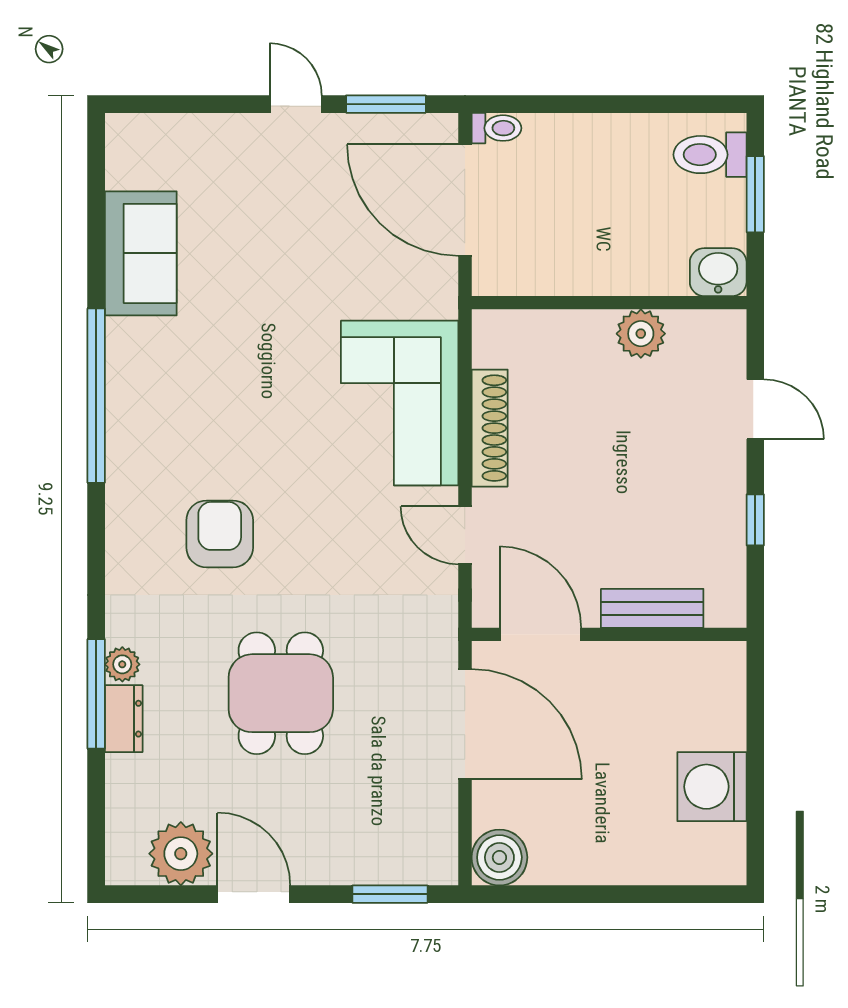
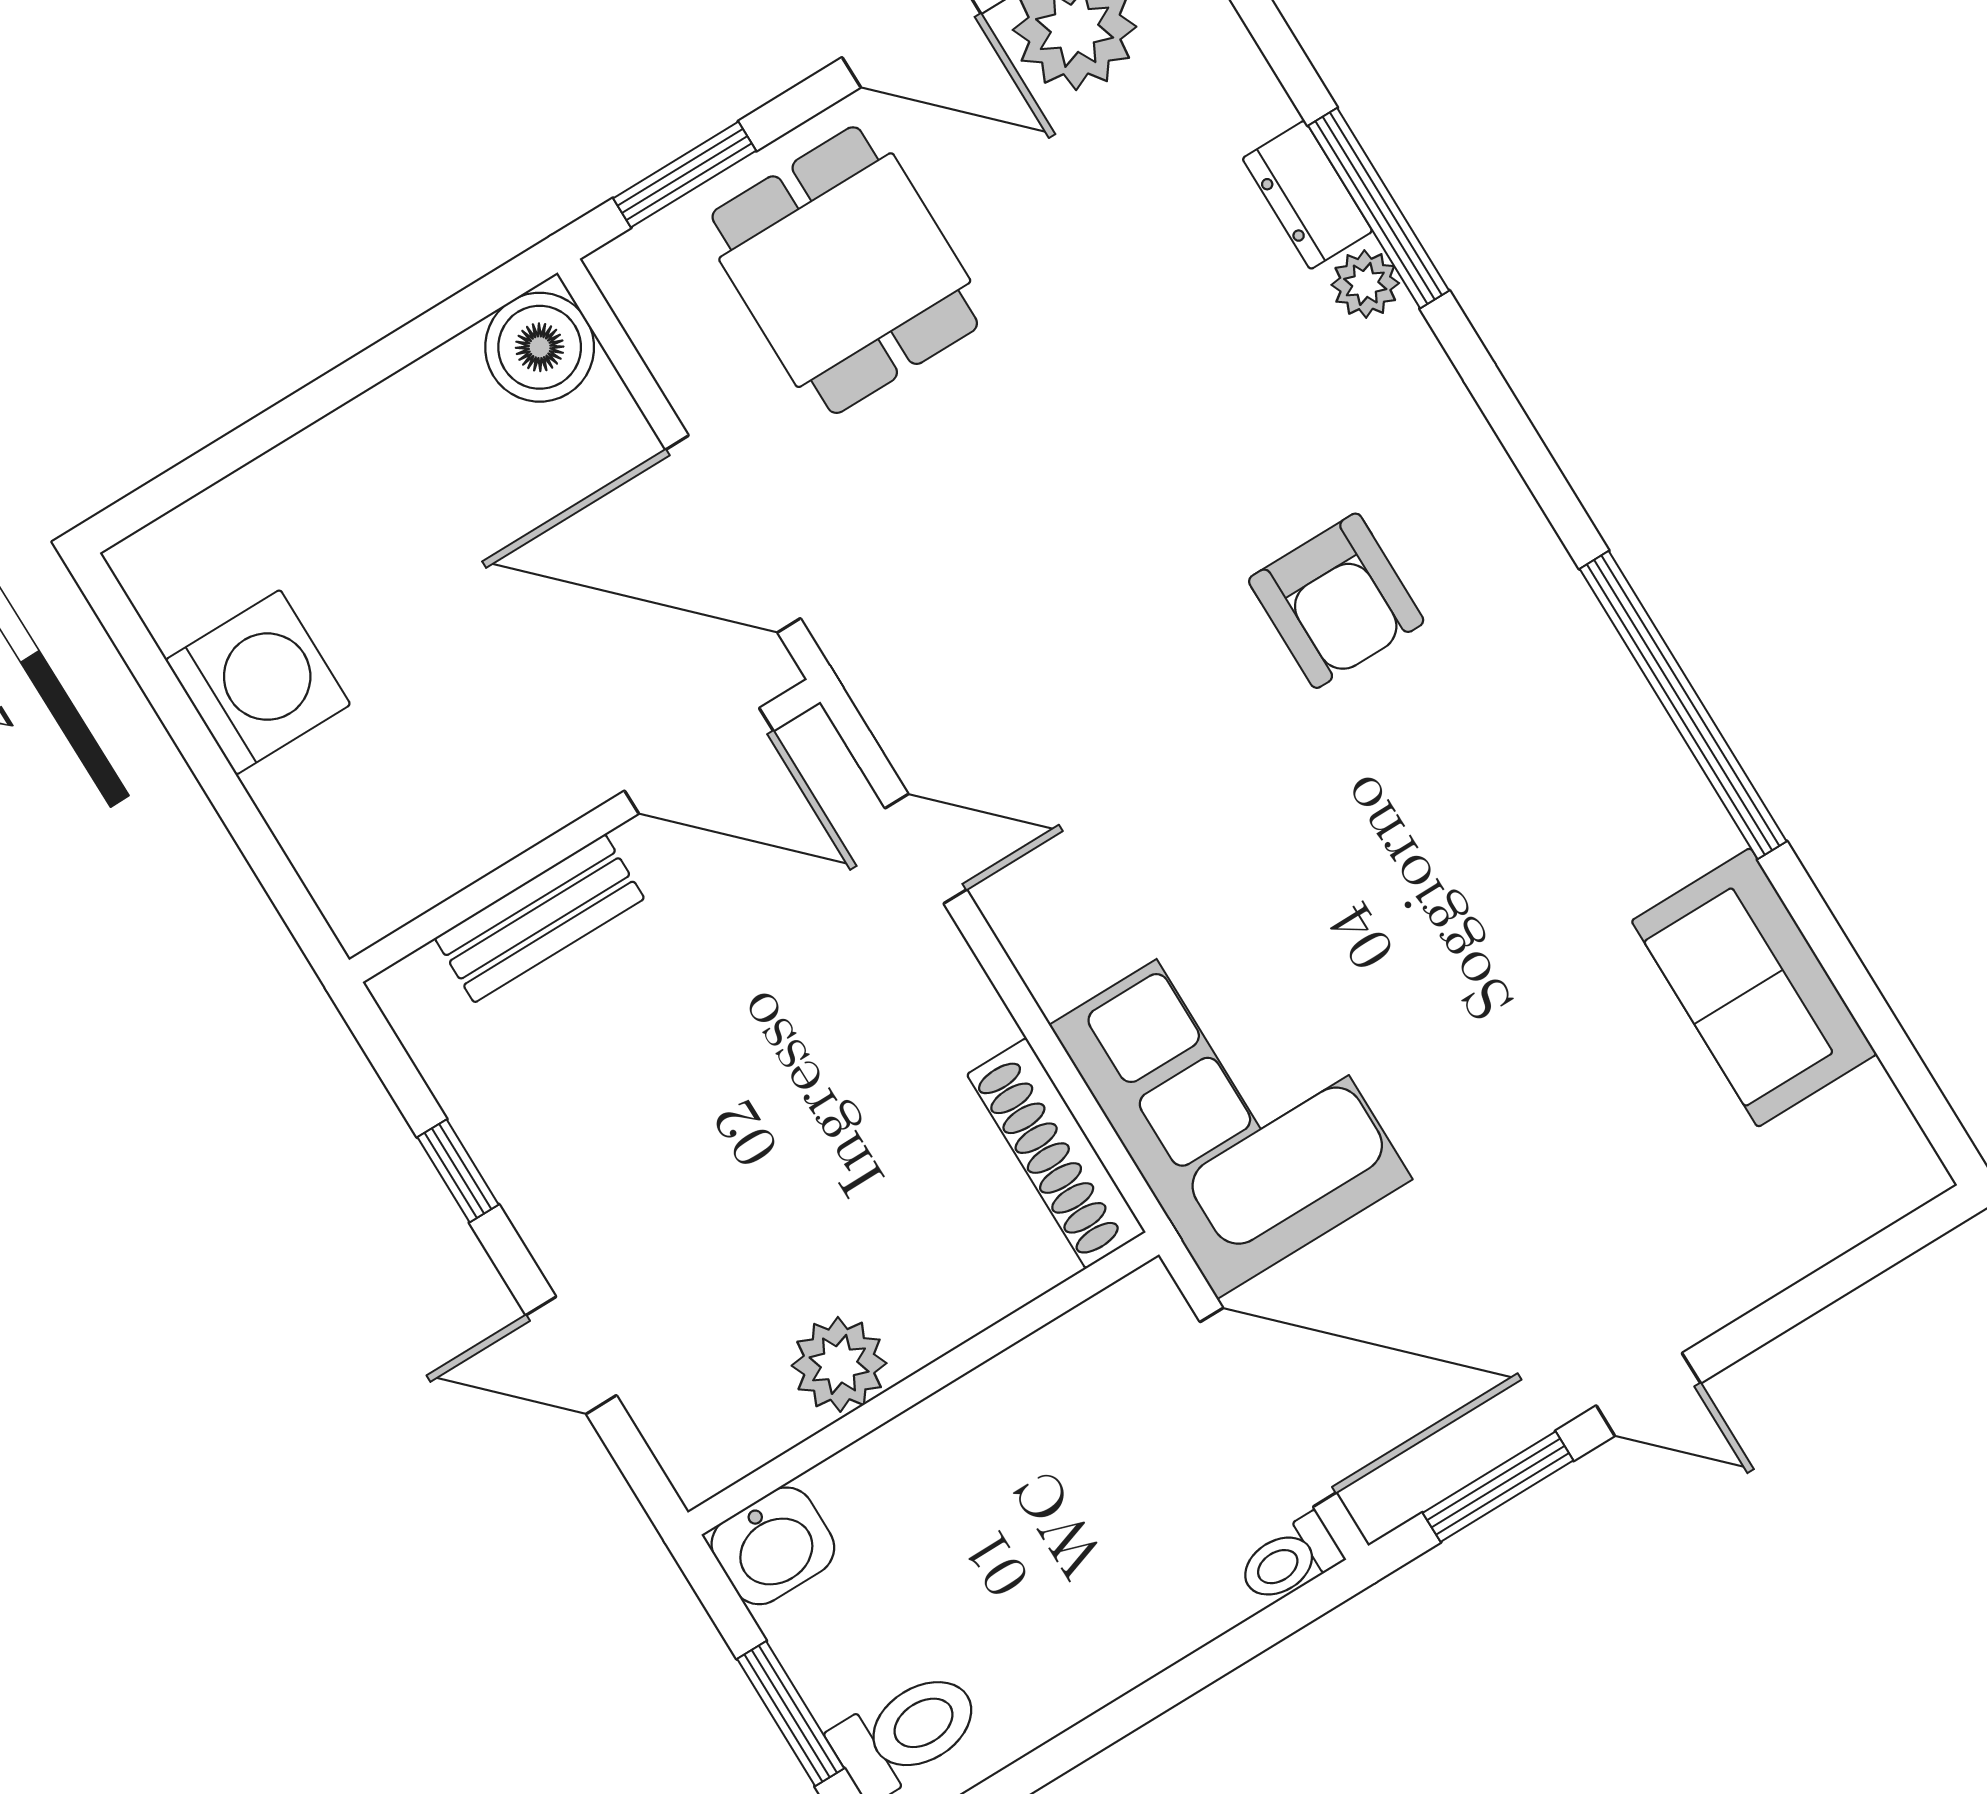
corner sofa: (400, 403) -> (1231, 1102), moved
shoe rack: (490, 428) -> (1056, 1153), moved
dining table: (281, 693) -> (845, 270), moved

